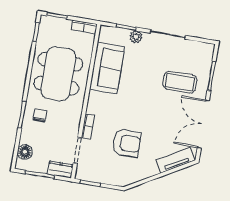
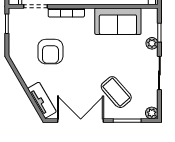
plant: (208, 49) -> (152, 113), added
coffee table: (180, 82) -> (116, 92), turned -41
bookcase: (88, 127) -> (66, 12), width x1.56

